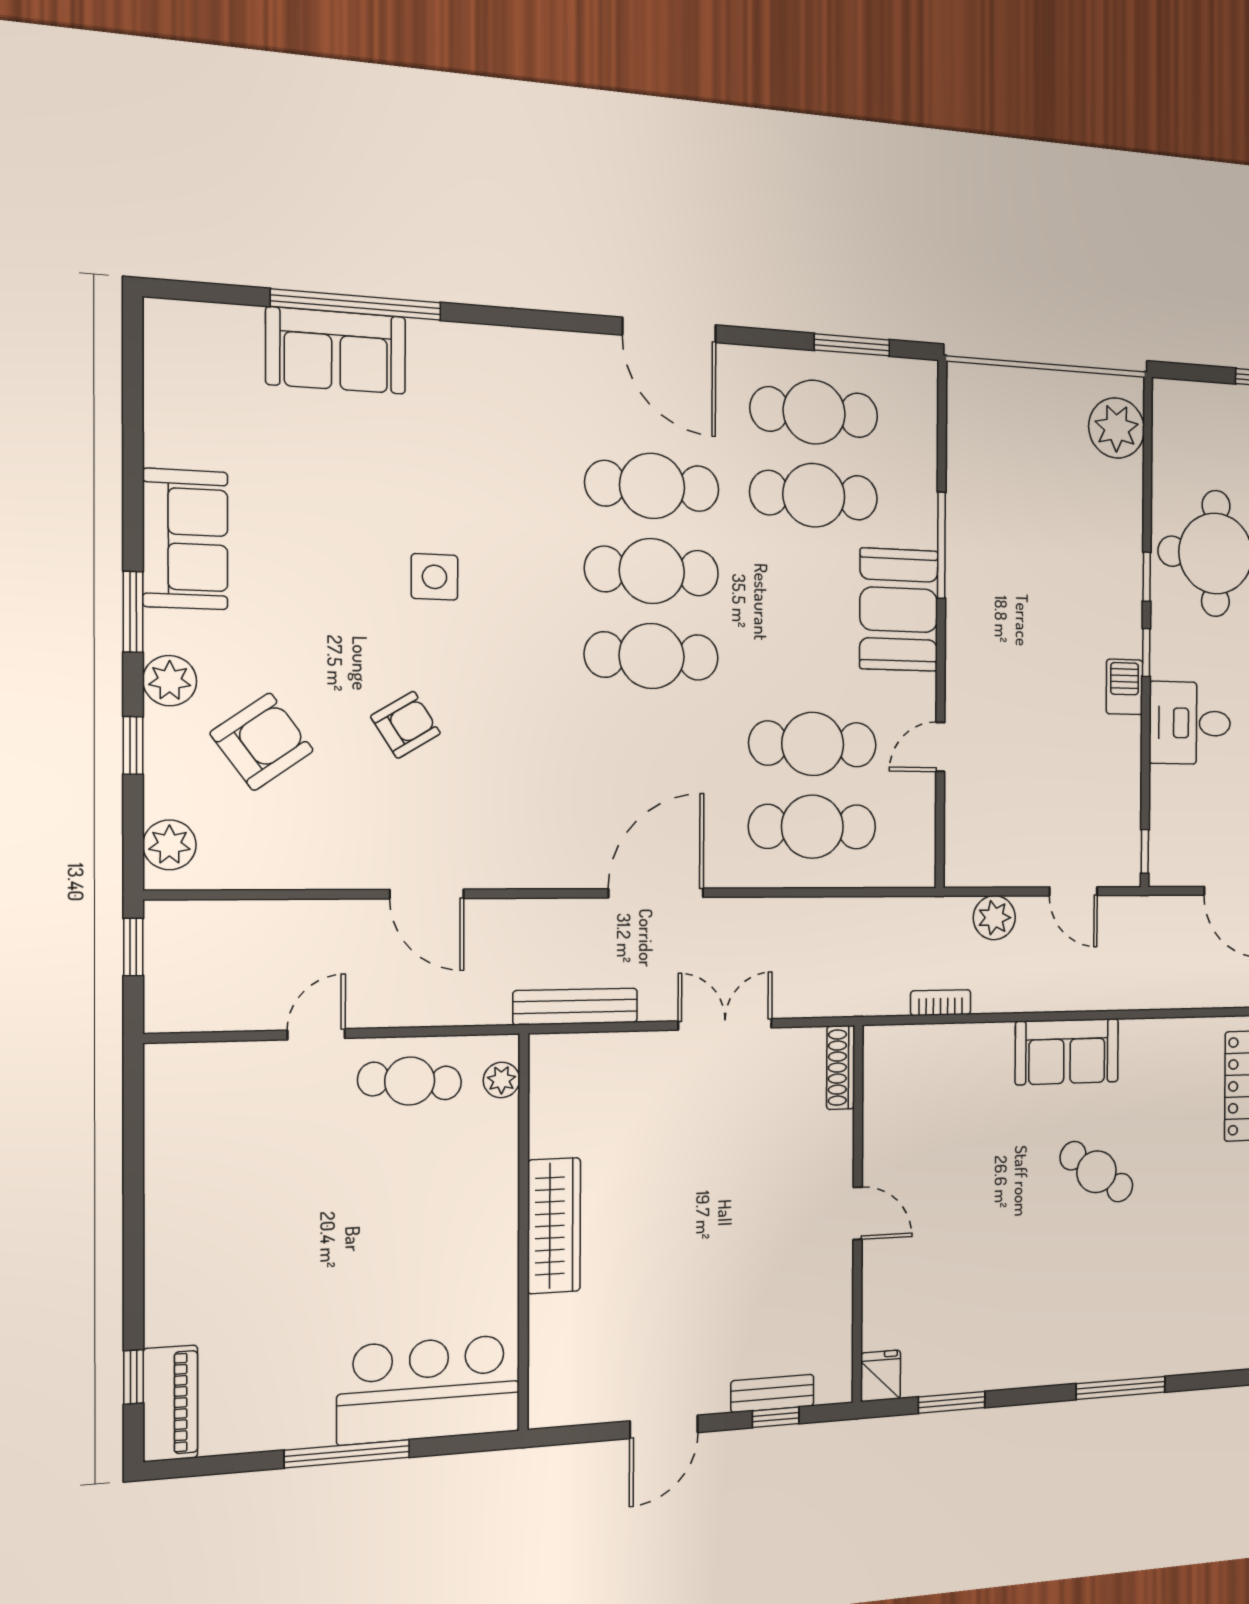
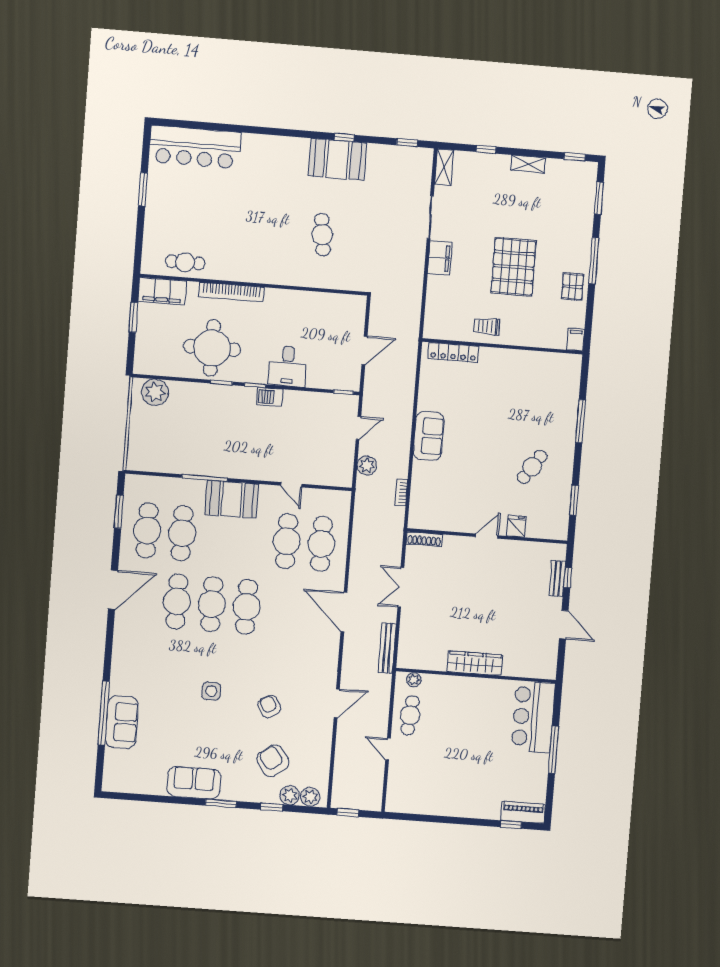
plant: (170, 681) -> (290, 795), moved
cafe table: (1096, 1172) -> (532, 467), moved
fridge: (881, 1376) -> (516, 526), moved, turned 90

